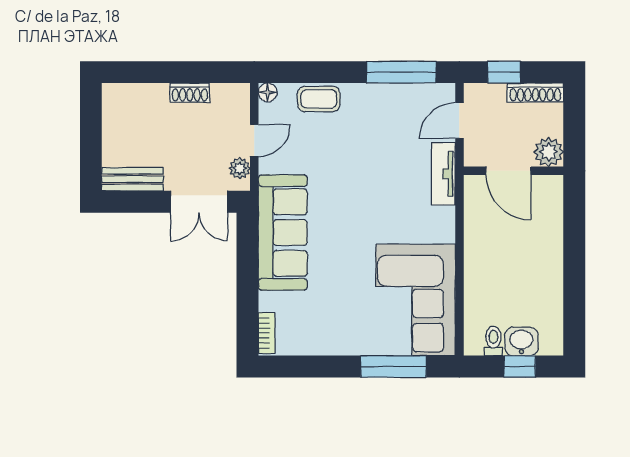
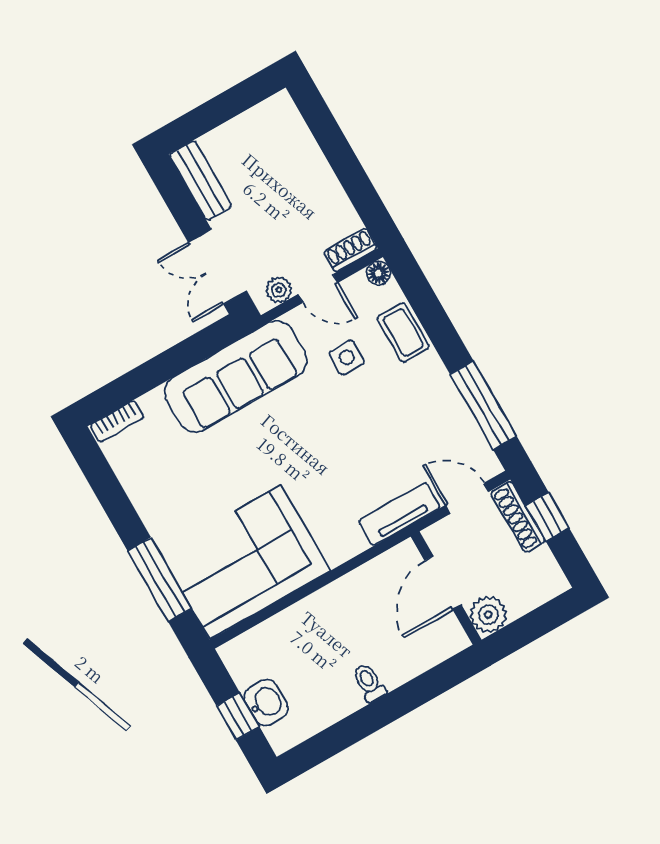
shoe rack: (190, 93) -> (350, 250), moved, turned 90
shoe rack: (535, 93) -> (518, 517), moved
side table: (314, 148) -> (347, 357), added
toilet: (493, 341) -> (369, 683), moved, turned -90

